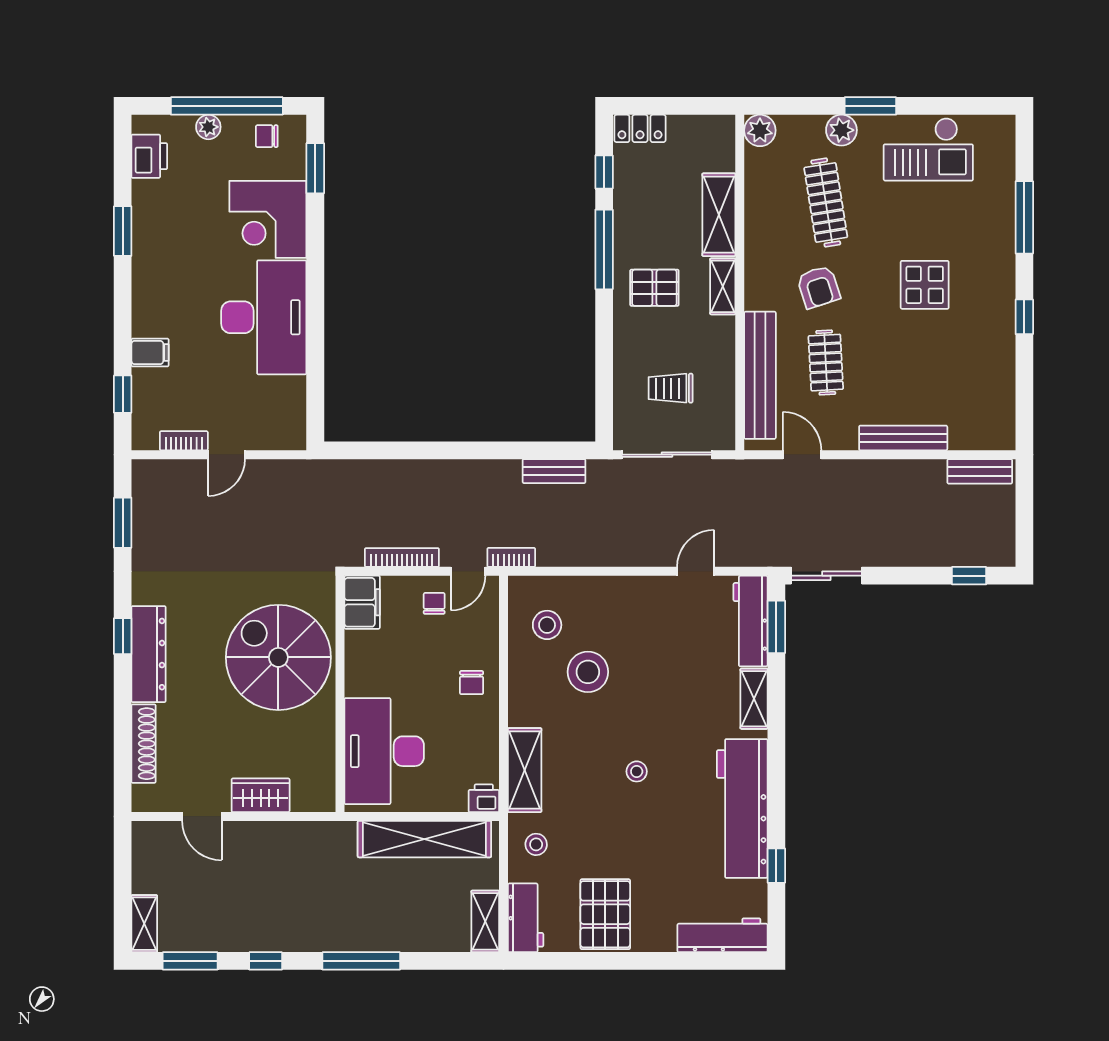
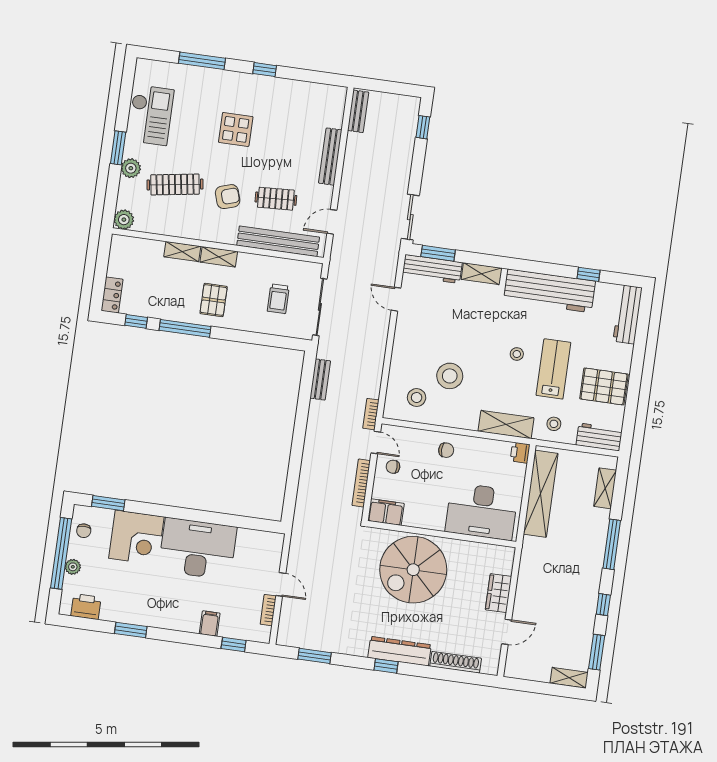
shelving: (719, 215) -> (182, 252), width x0.67, depth x0.75
lab bench: (621, 832) -> (553, 369), added
shelving: (485, 921) -> (605, 488), moved, turned 90

